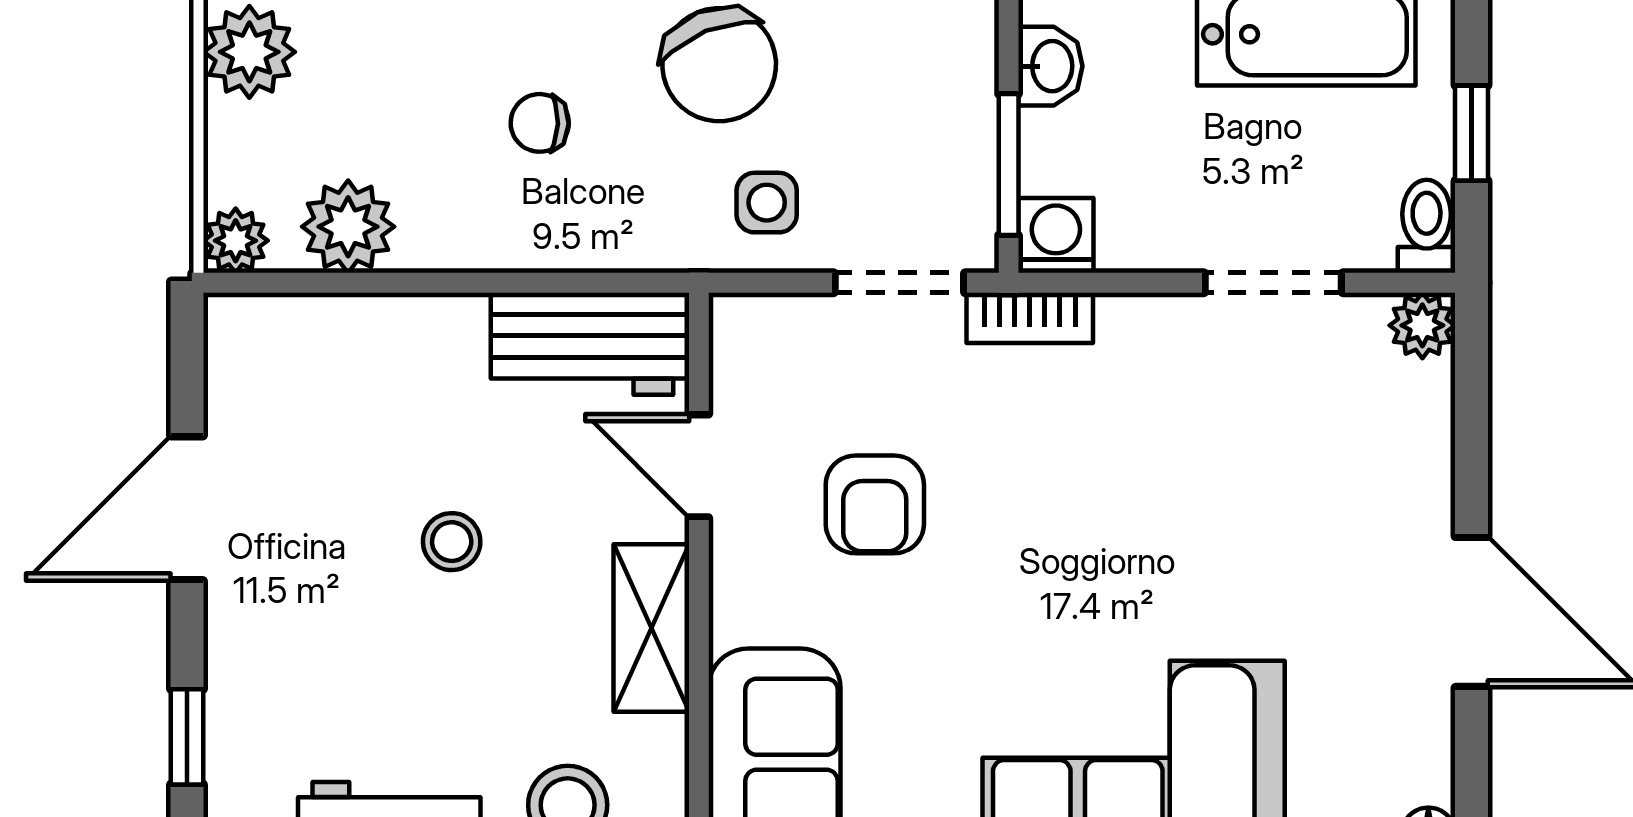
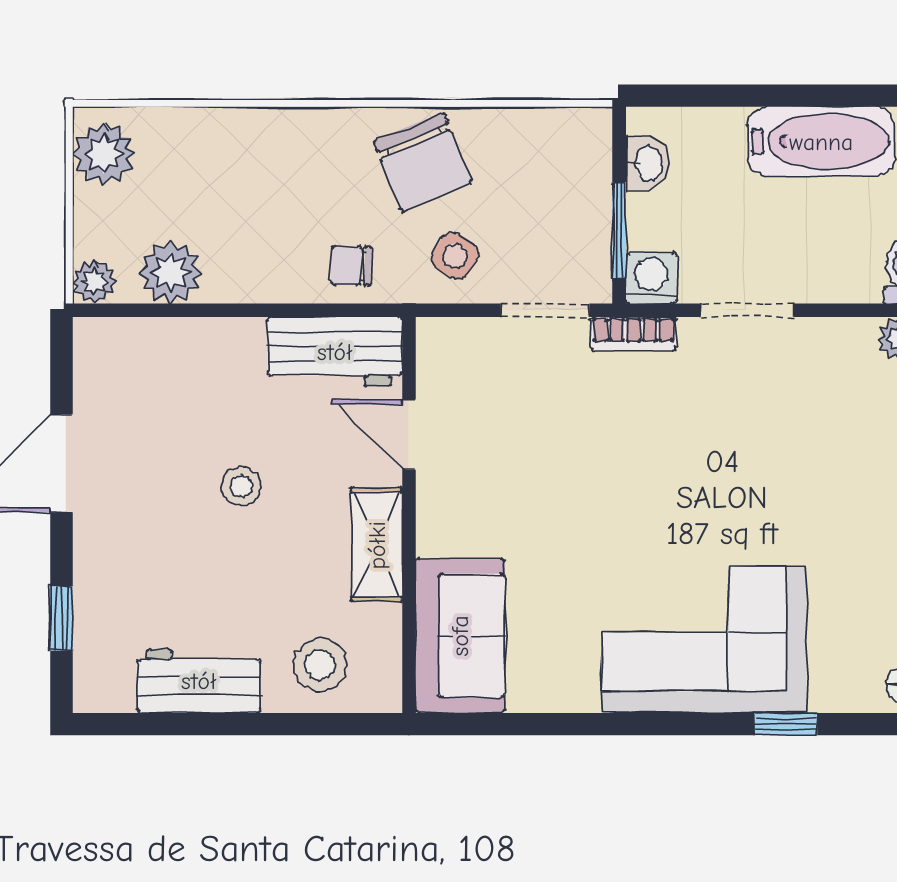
chair: (540, 123) -> (351, 266), moved
side table: (767, 203) -> (455, 256), turned 33
doorway: (1273, 283) -> (747, 310), moved
armchair: (875, 504) -> (528, 461), removed

